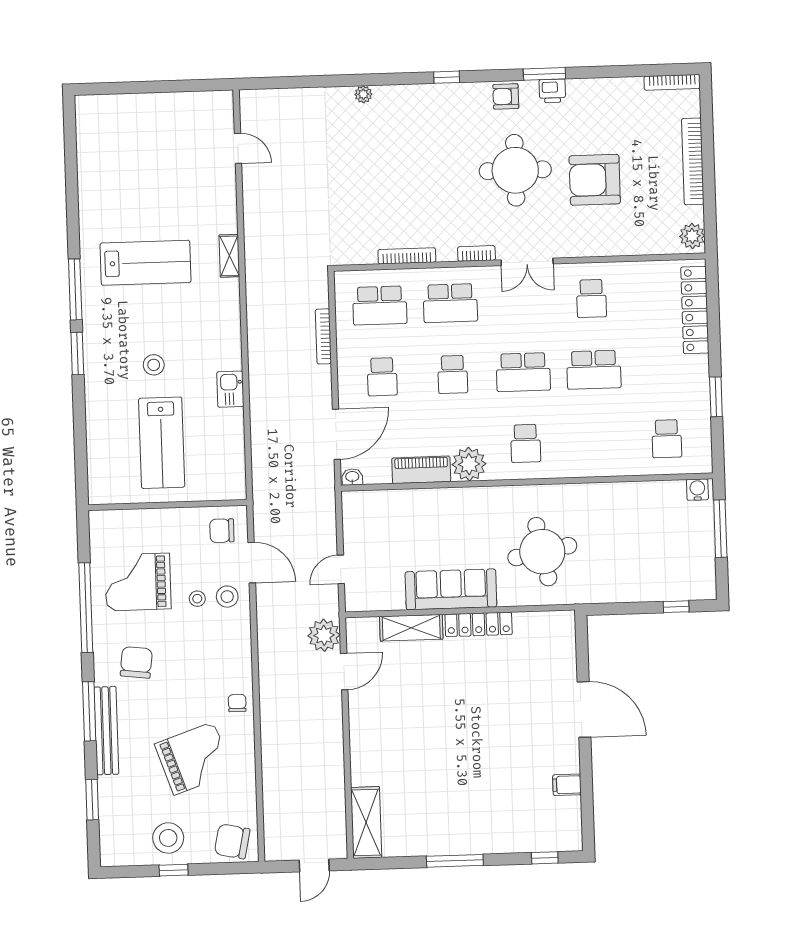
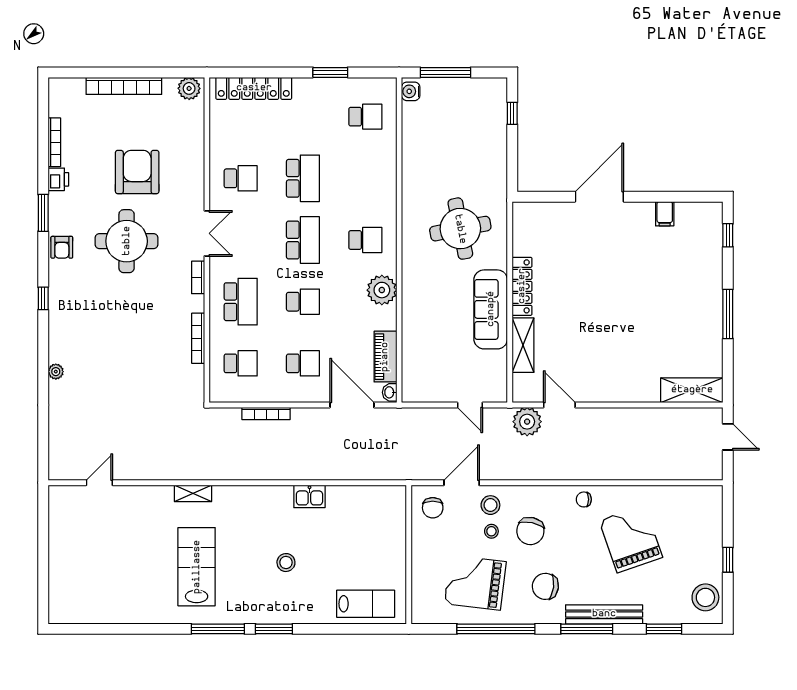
bookcase: (672, 82) -> (54, 142), moved
printer: (552, 91) -> (58, 179), moved
armchair: (595, 180) -> (137, 172), turned 180
school desk: (380, 305) -> (241, 363), width x0.54
lab bench: (162, 443) -> (366, 604), moved, width x0.73, depth x0.72
piano: (421, 470) -> (385, 357), moved
grand piano: (138, 582) -> (475, 583), turned 97
stool: (168, 838) -> (705, 597), moved
chair: (232, 841) -> (530, 531), moved

